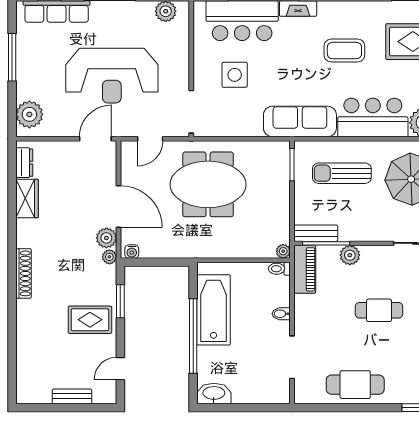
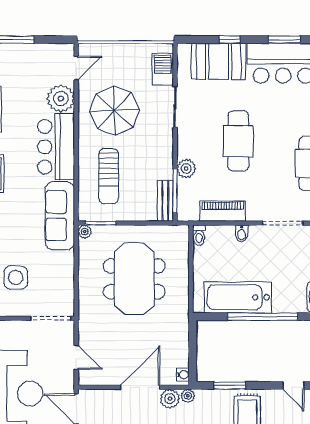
meeting table: (208, 184) -> (134, 279), moved
plant: (283, 251) -> (85, 232), moved
piano: (305, 269) -> (223, 211), moved
cafe table: (379, 310) -> (238, 141), width x1.37, depth x1.35

